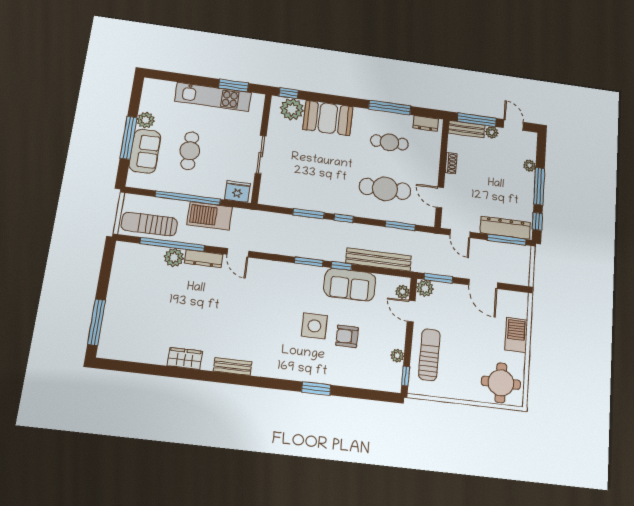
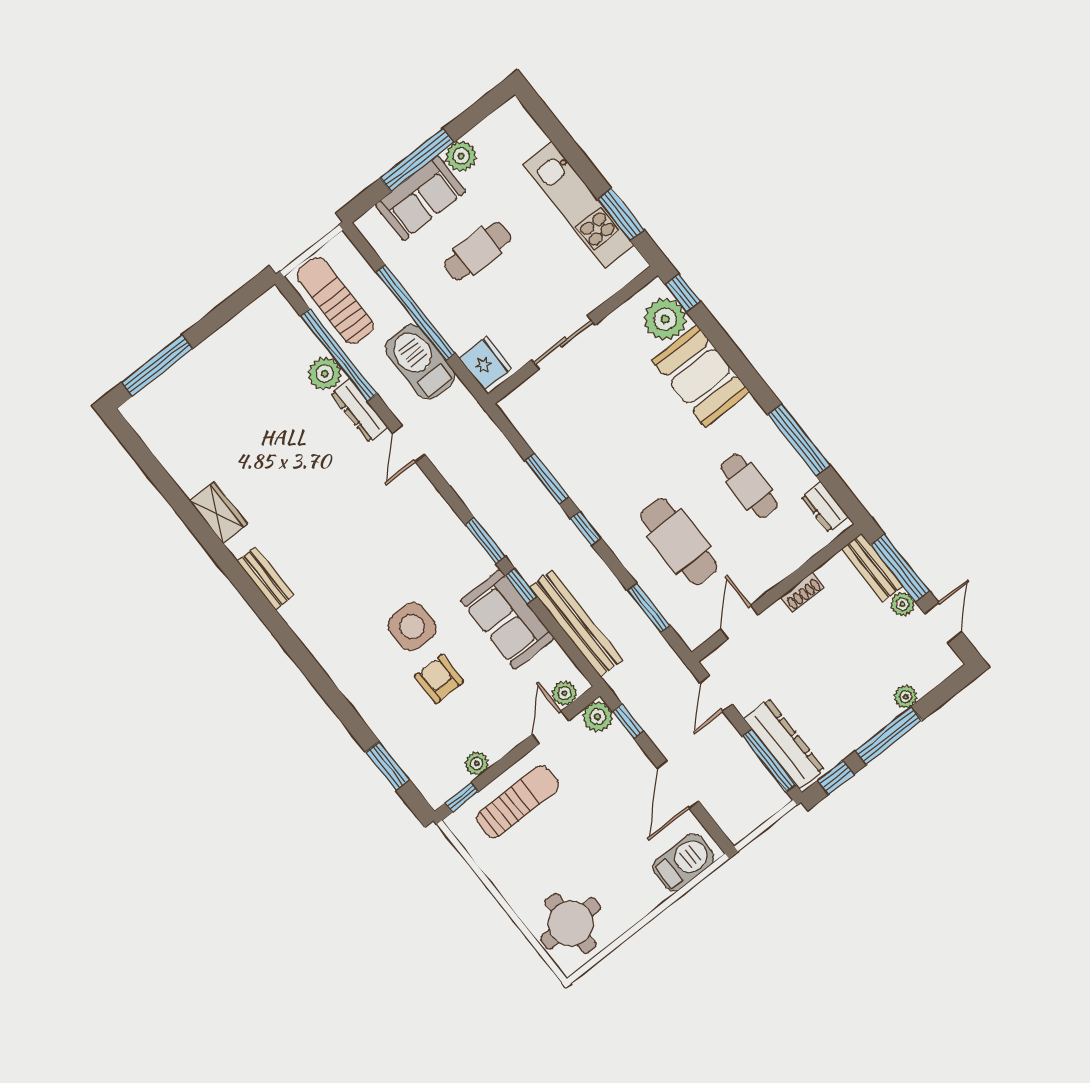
window: (438, 278) -> (628, 721), width x0.67
barbecue: (516, 335) -> (684, 862), moved
window: (316, 388) -> (388, 766), moved

